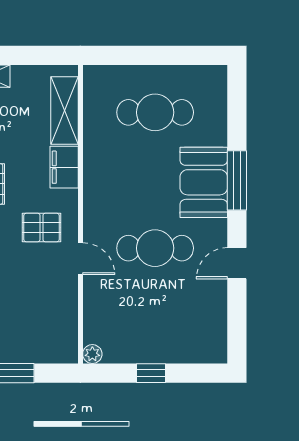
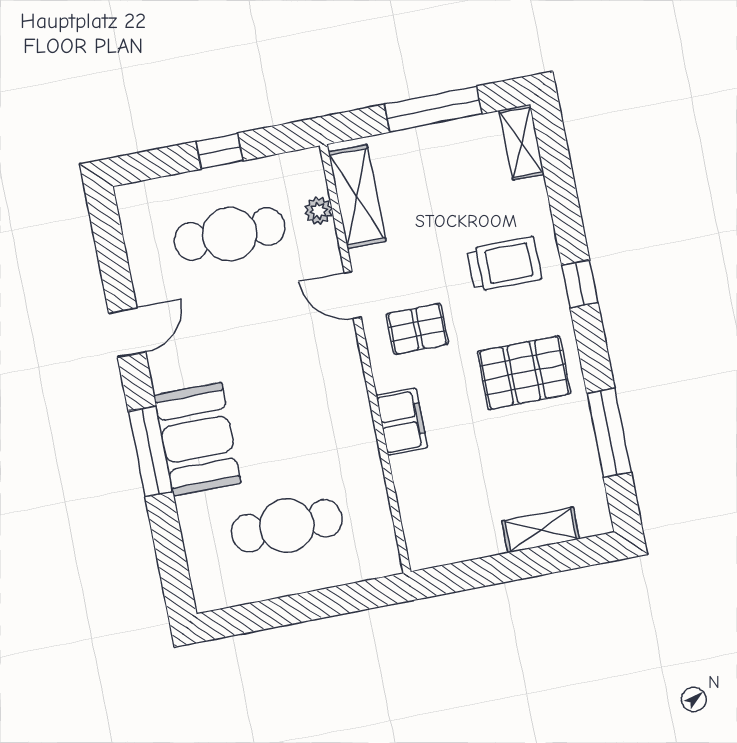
shelving: (64, 110) -> (357, 197), moved
cafe table: (155, 248) -> (230, 234), moved
plant: (92, 354) -> (318, 211), moved

